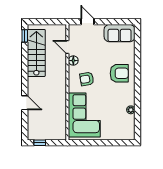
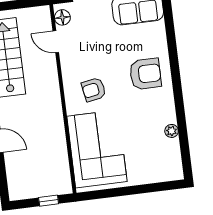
floor lamp: (73, 61) -> (62, 17), moved
window: (40, 143) -> (49, 201), moved

